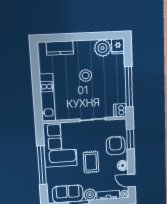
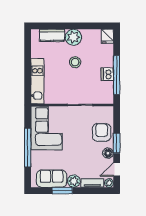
plant: (103, 48) -> (73, 37), moved
dishwasher: (120, 110) -> (107, 74), moved
window: (130, 139) -> (117, 143), moved
rug: (91, 162) -> (76, 147), removed
door: (131, 181) -> (117, 169), hinge flipped

